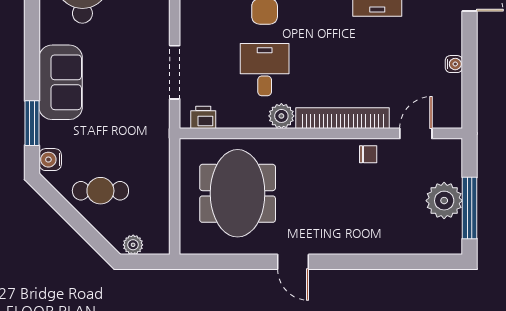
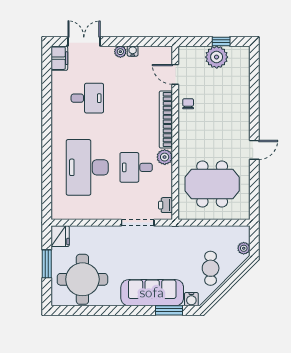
plant: (453, 44) -> (120, 52), added
sofa: (61, 82) -> (152, 293), width x1.36
window: (470, 208) -> (221, 41), width x0.46

